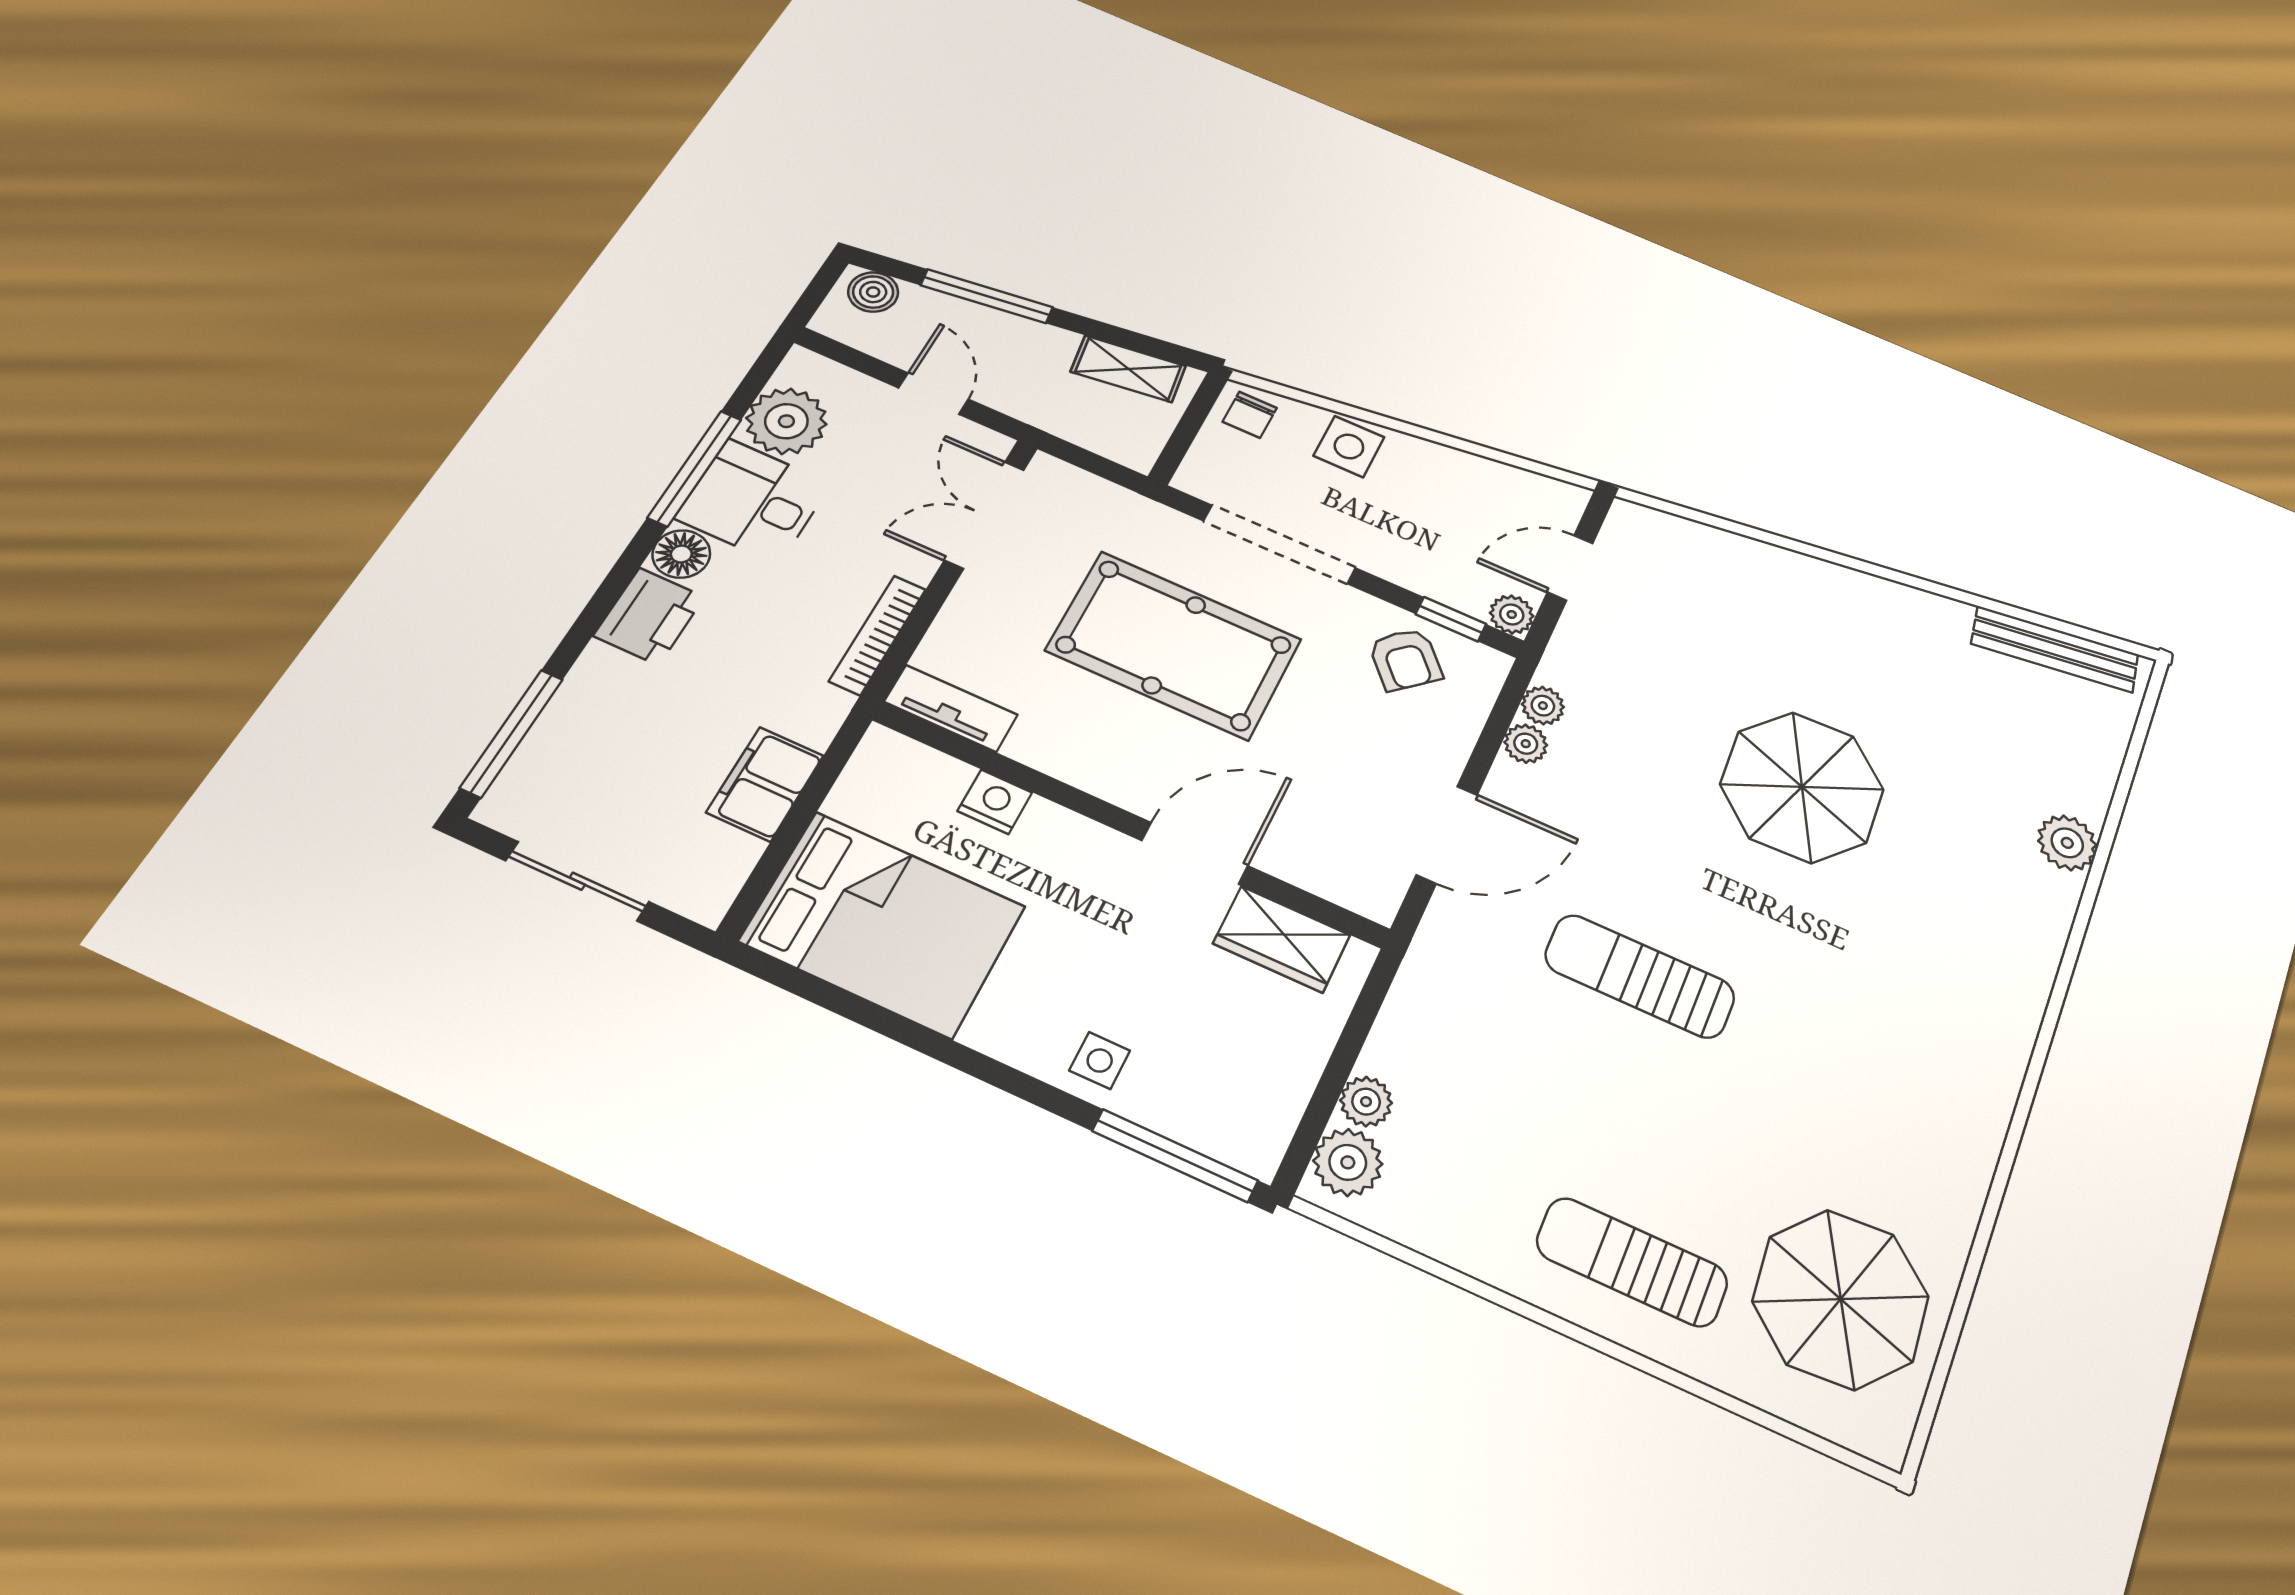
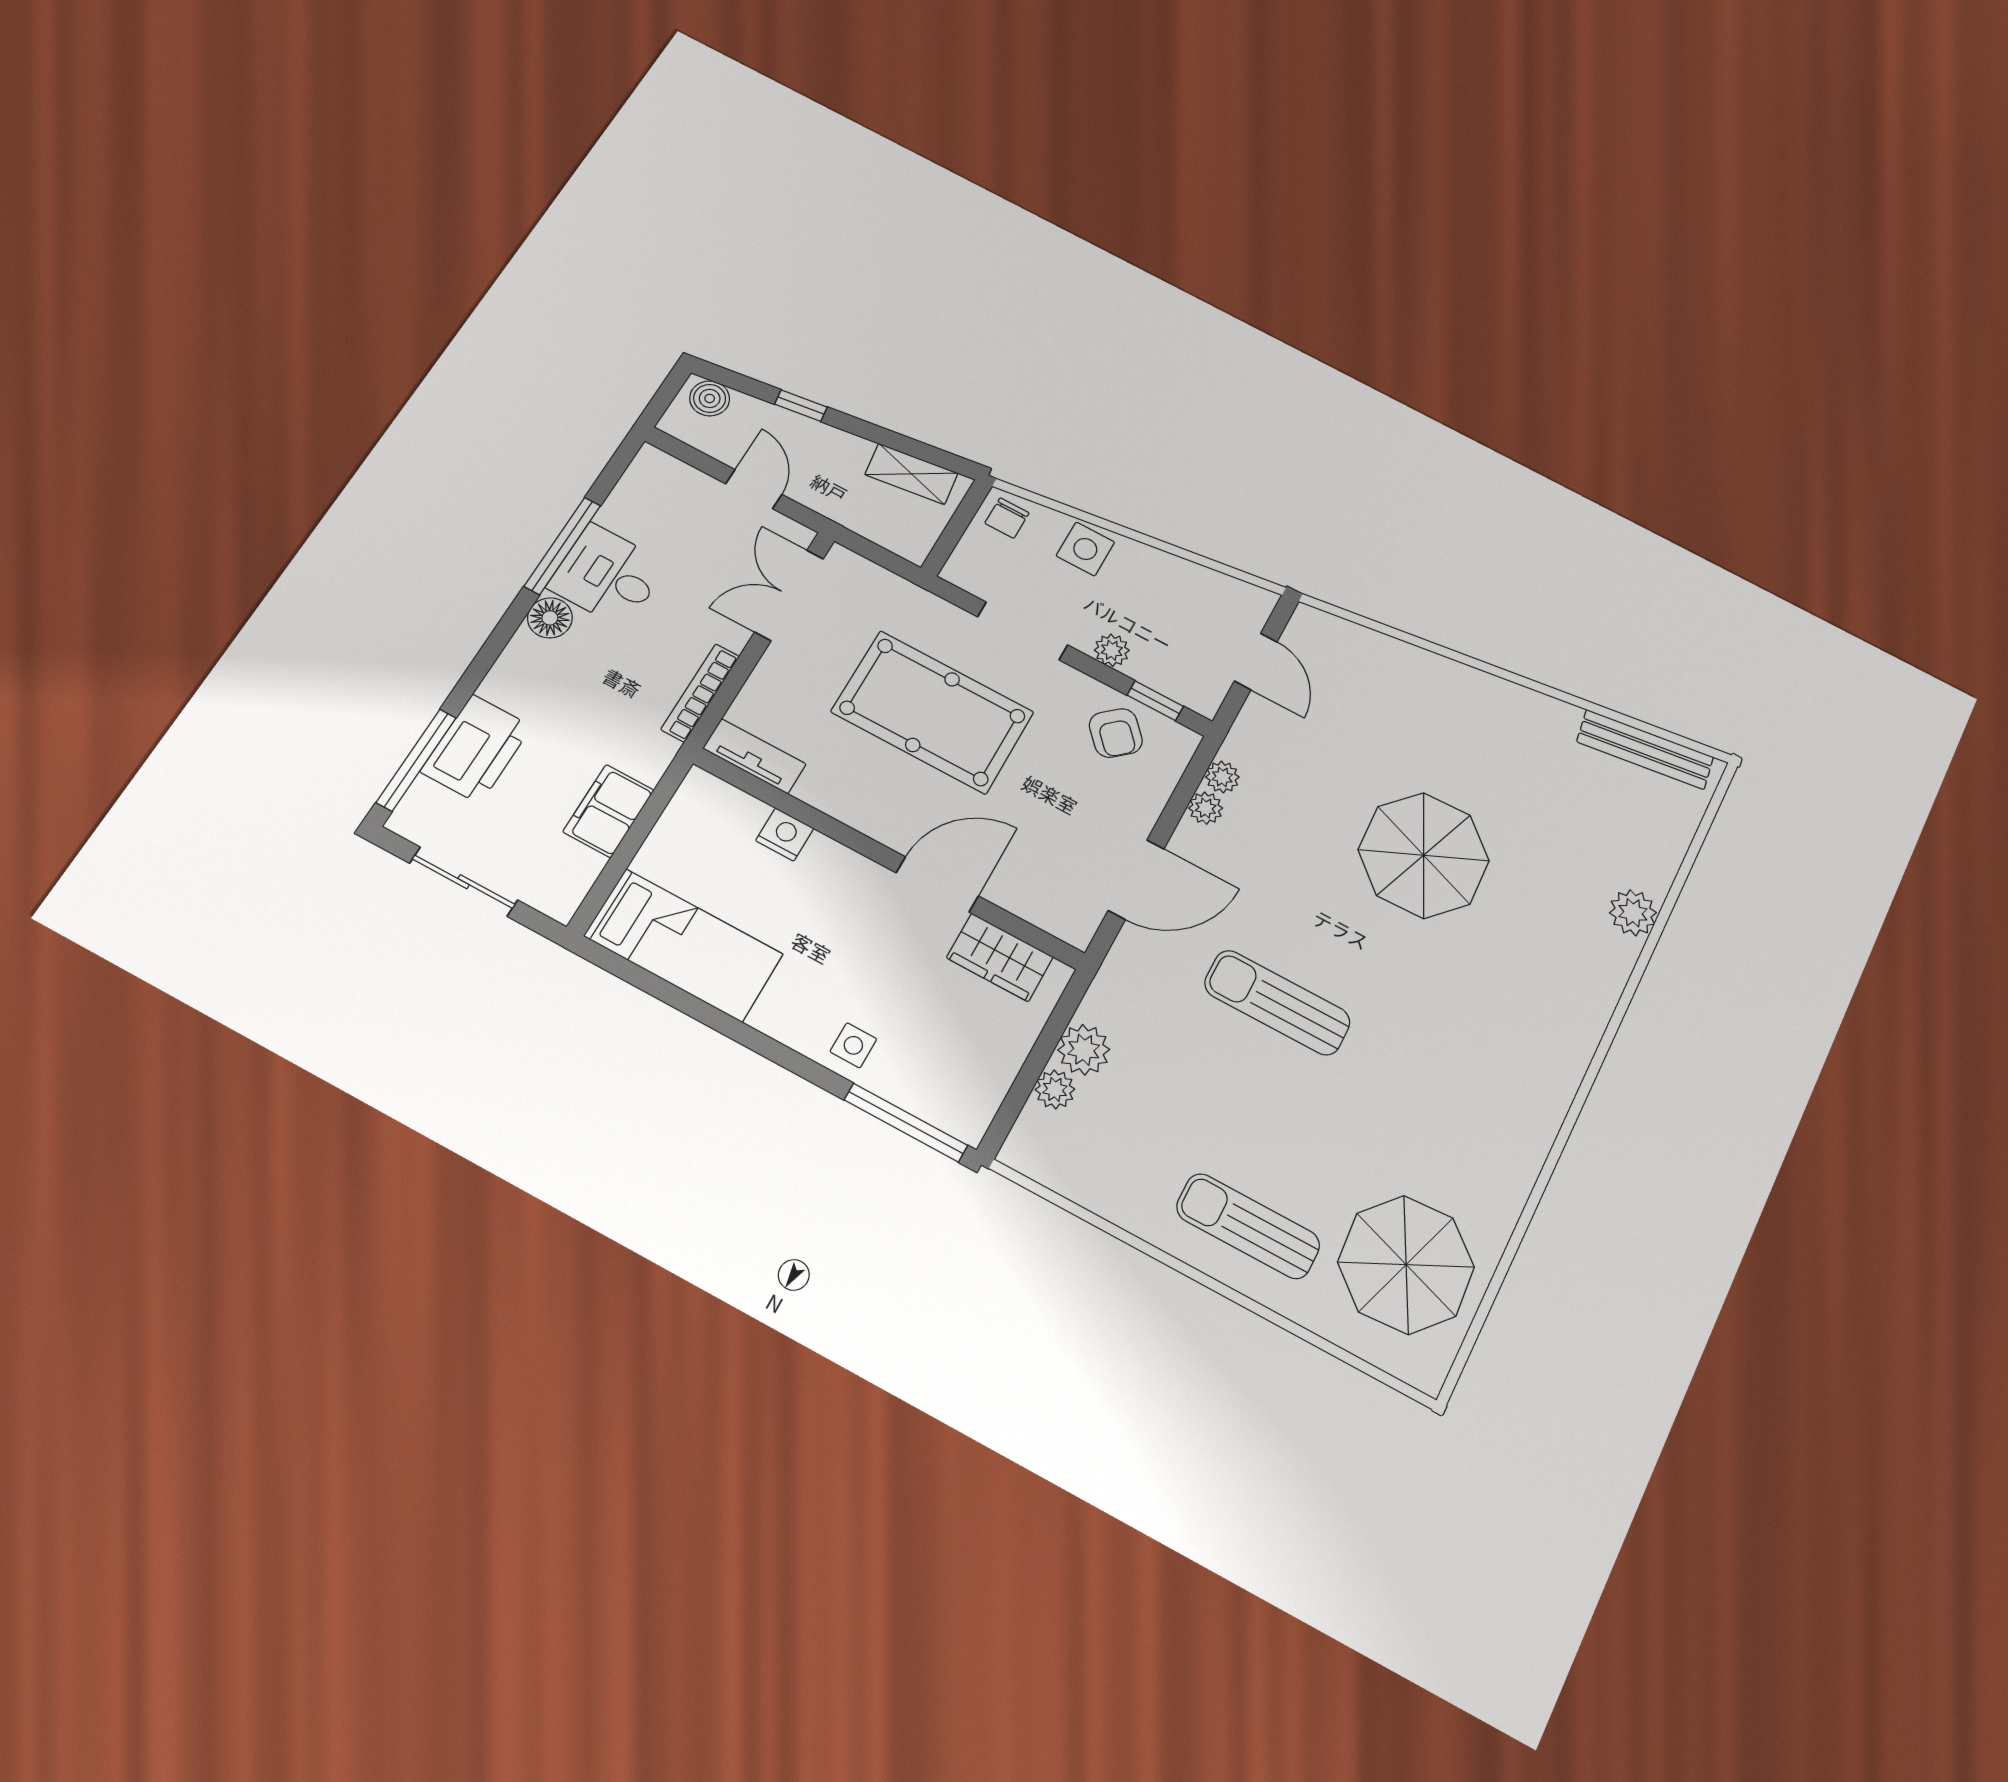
window: (987, 296) -> (801, 406), width x0.46
plant: (786, 421) -> (636, 508), removed
doorway: (1279, 544) -> (1023, 631), width x0.73
door: (1570, 568) -> (1256, 661), swing flipped
plant: (1512, 614) -> (1112, 650), moved
printer: (649, 616) -> (476, 749), moved, width x1.37, depth x1.19
bed: (883, 924) -> (683, 945), width x0.67
plant: (1348, 1162) -> (1084, 1050), moved

